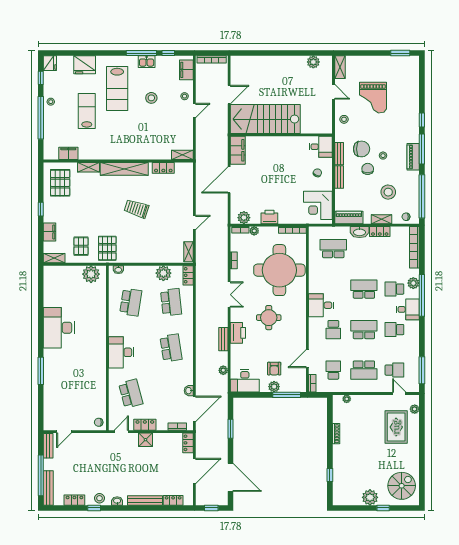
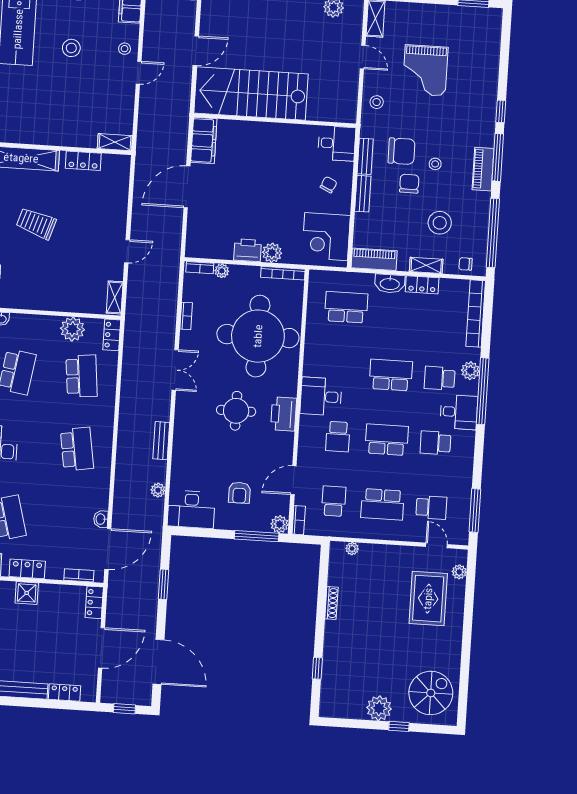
plant: (244, 218) -> (272, 253), moved
printer: (238, 333) -> (284, 414), moved, turned 180
plant: (274, 387) -> (280, 524), moved

